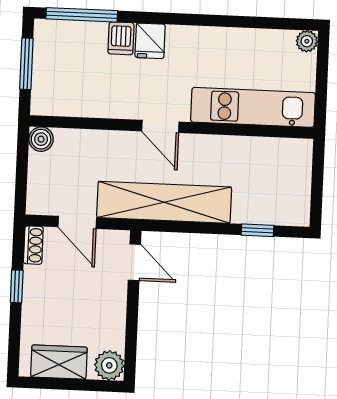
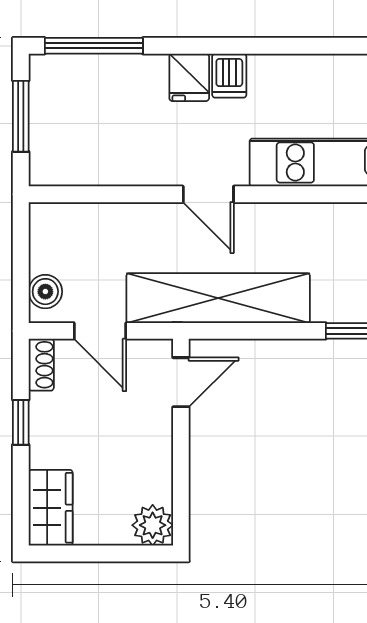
dishwasher: (121, 38) -> (229, 76), moved
boiler: (41, 139) -> (45, 292), moved
door: (134, 262) -> (181, 382), hinge flipped
wardrobe: (59, 362) -> (51, 508), moved, turned 90

